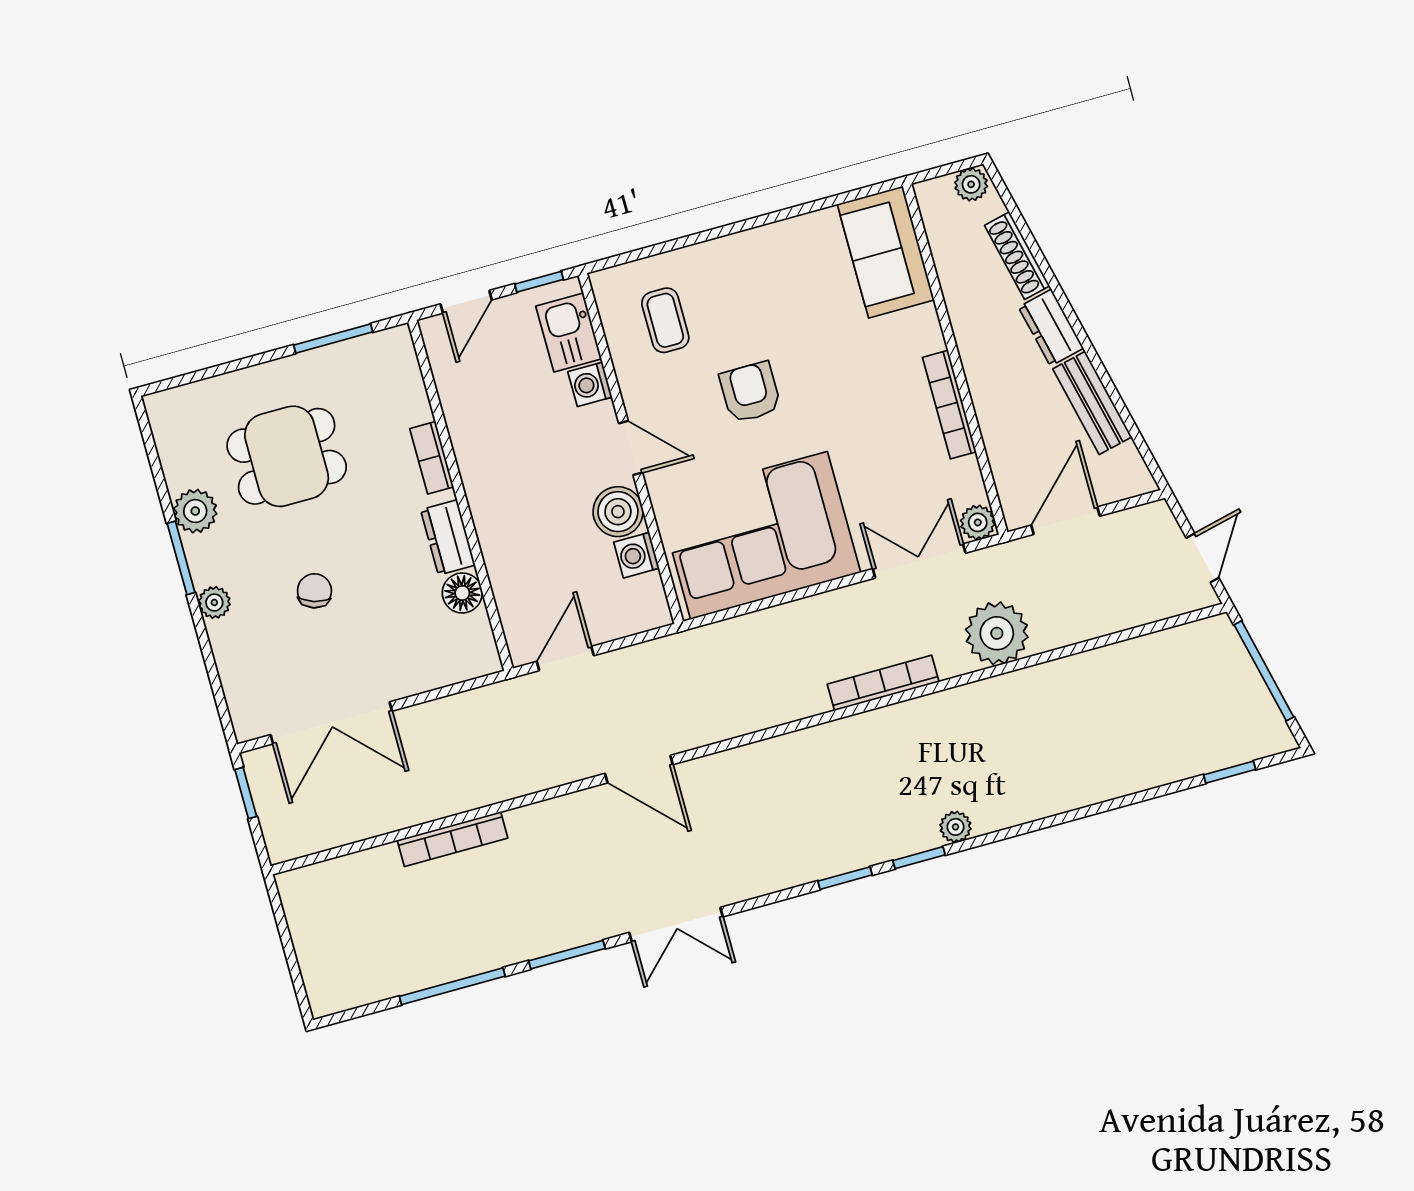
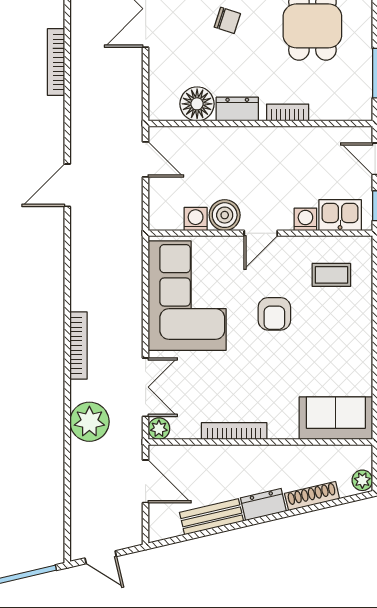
armchair: (750, 392) -> (274, 314), turned 90
floor lamp: (462, 593) -> (197, 104), width x1.38, depth x1.38

